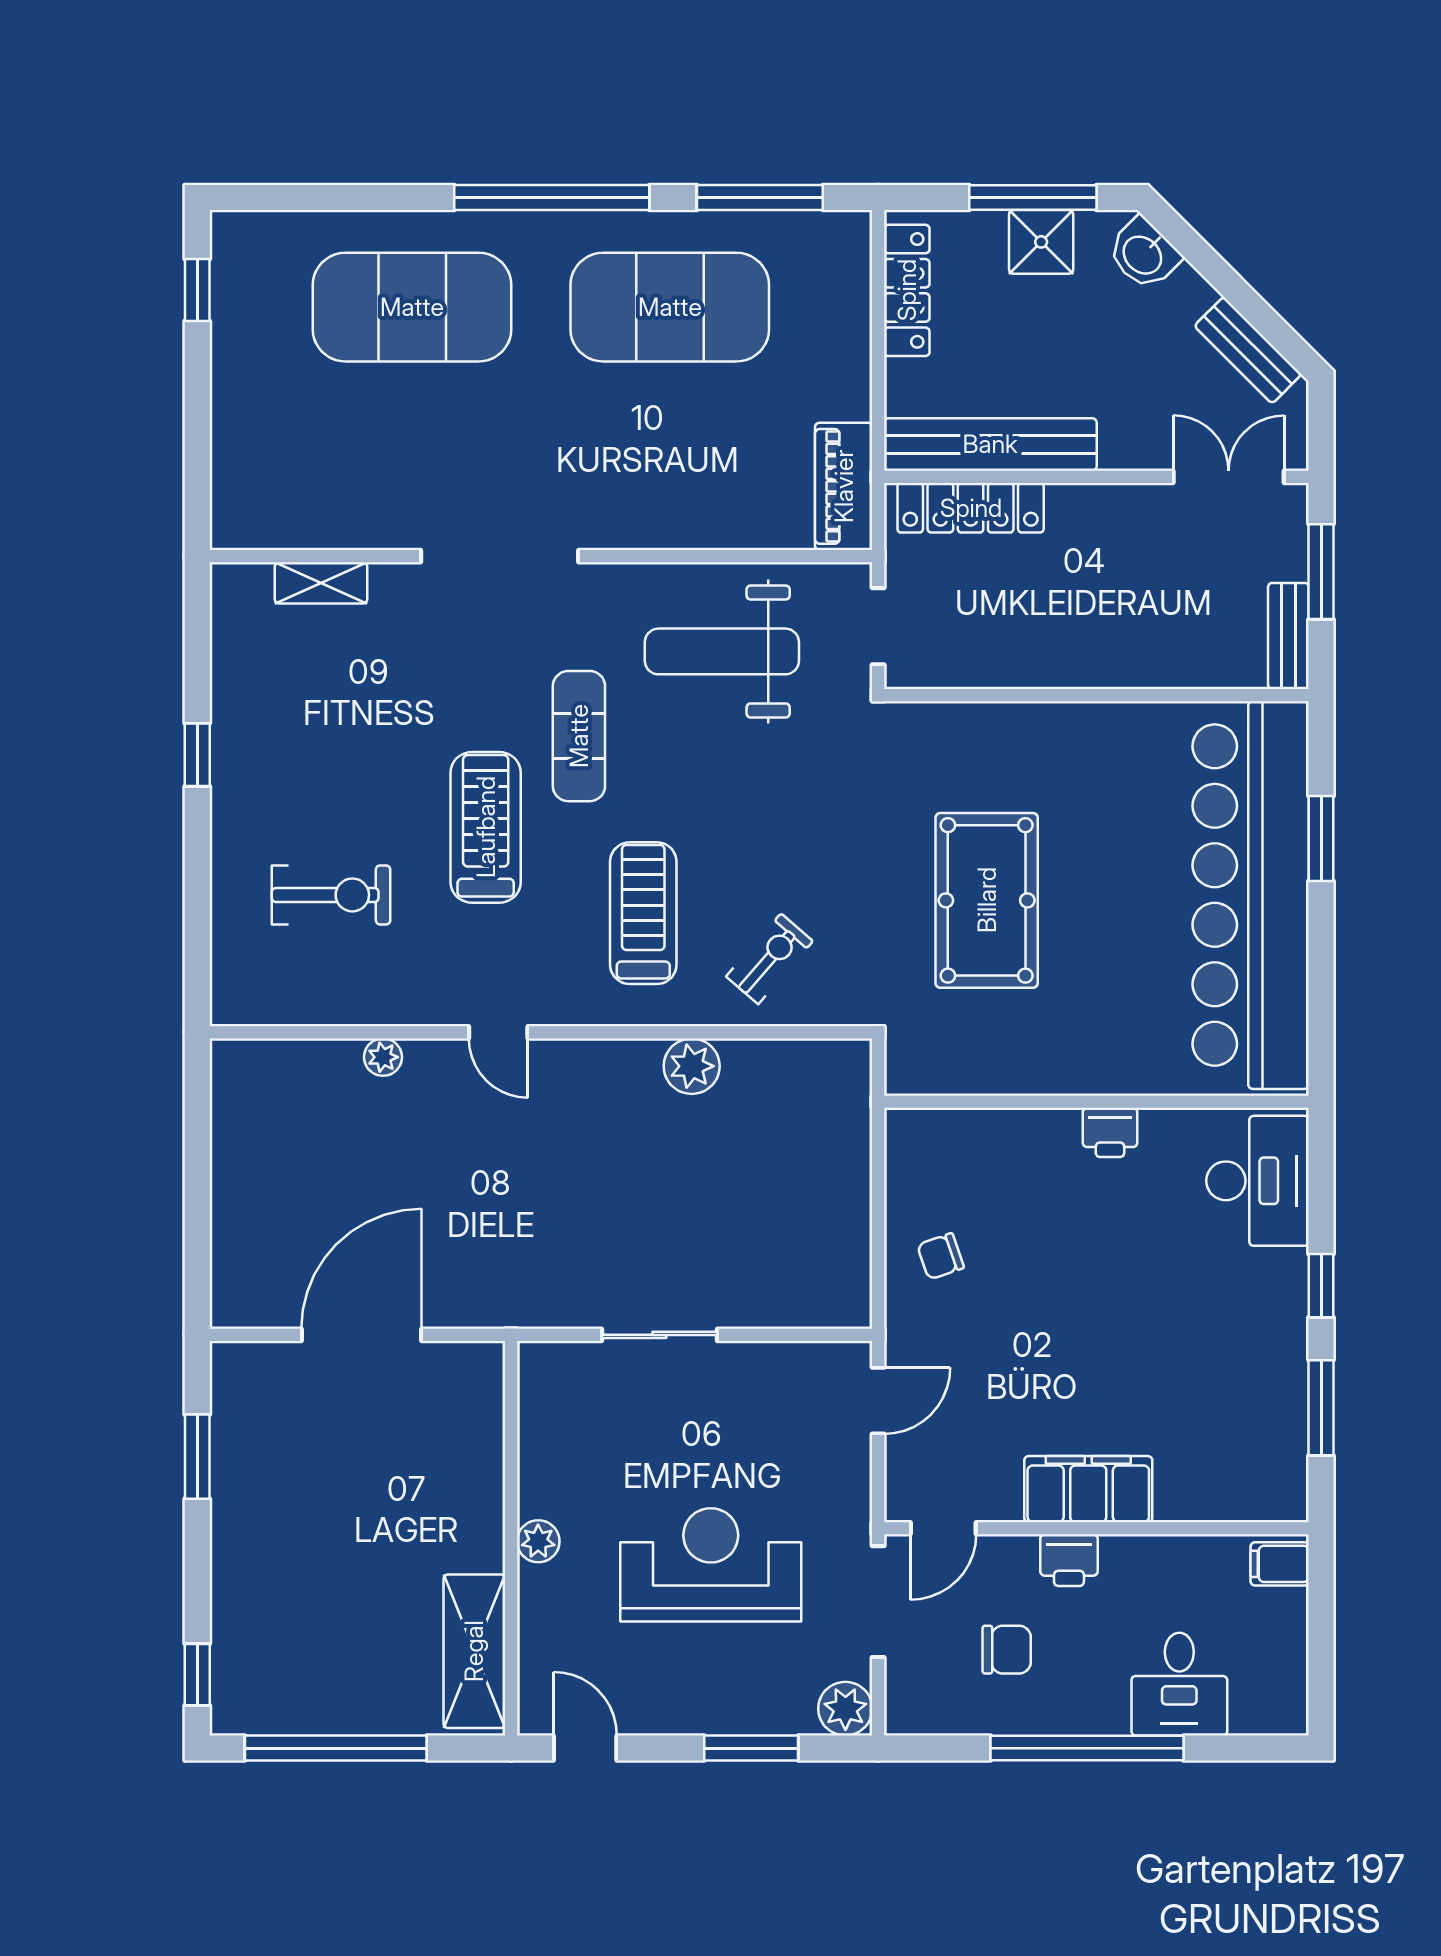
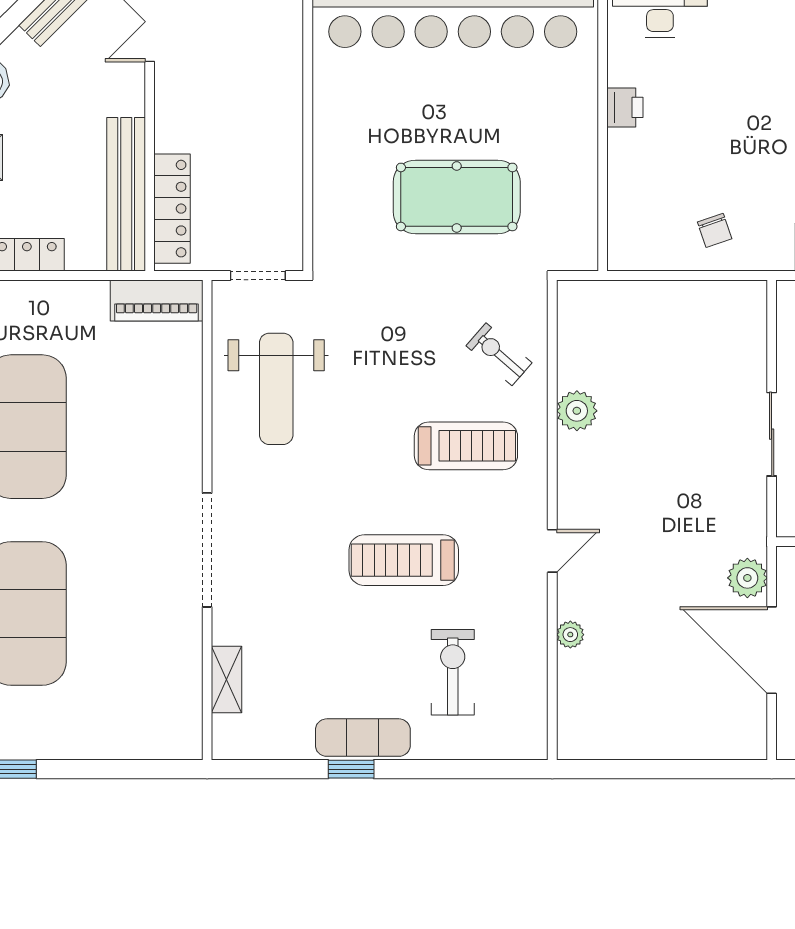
exercise mat: (579, 736) -> (363, 738), moved
treadmill: (643, 913) -> (466, 446), turned 180
plant: (461, 1301) -> (747, 578), added

